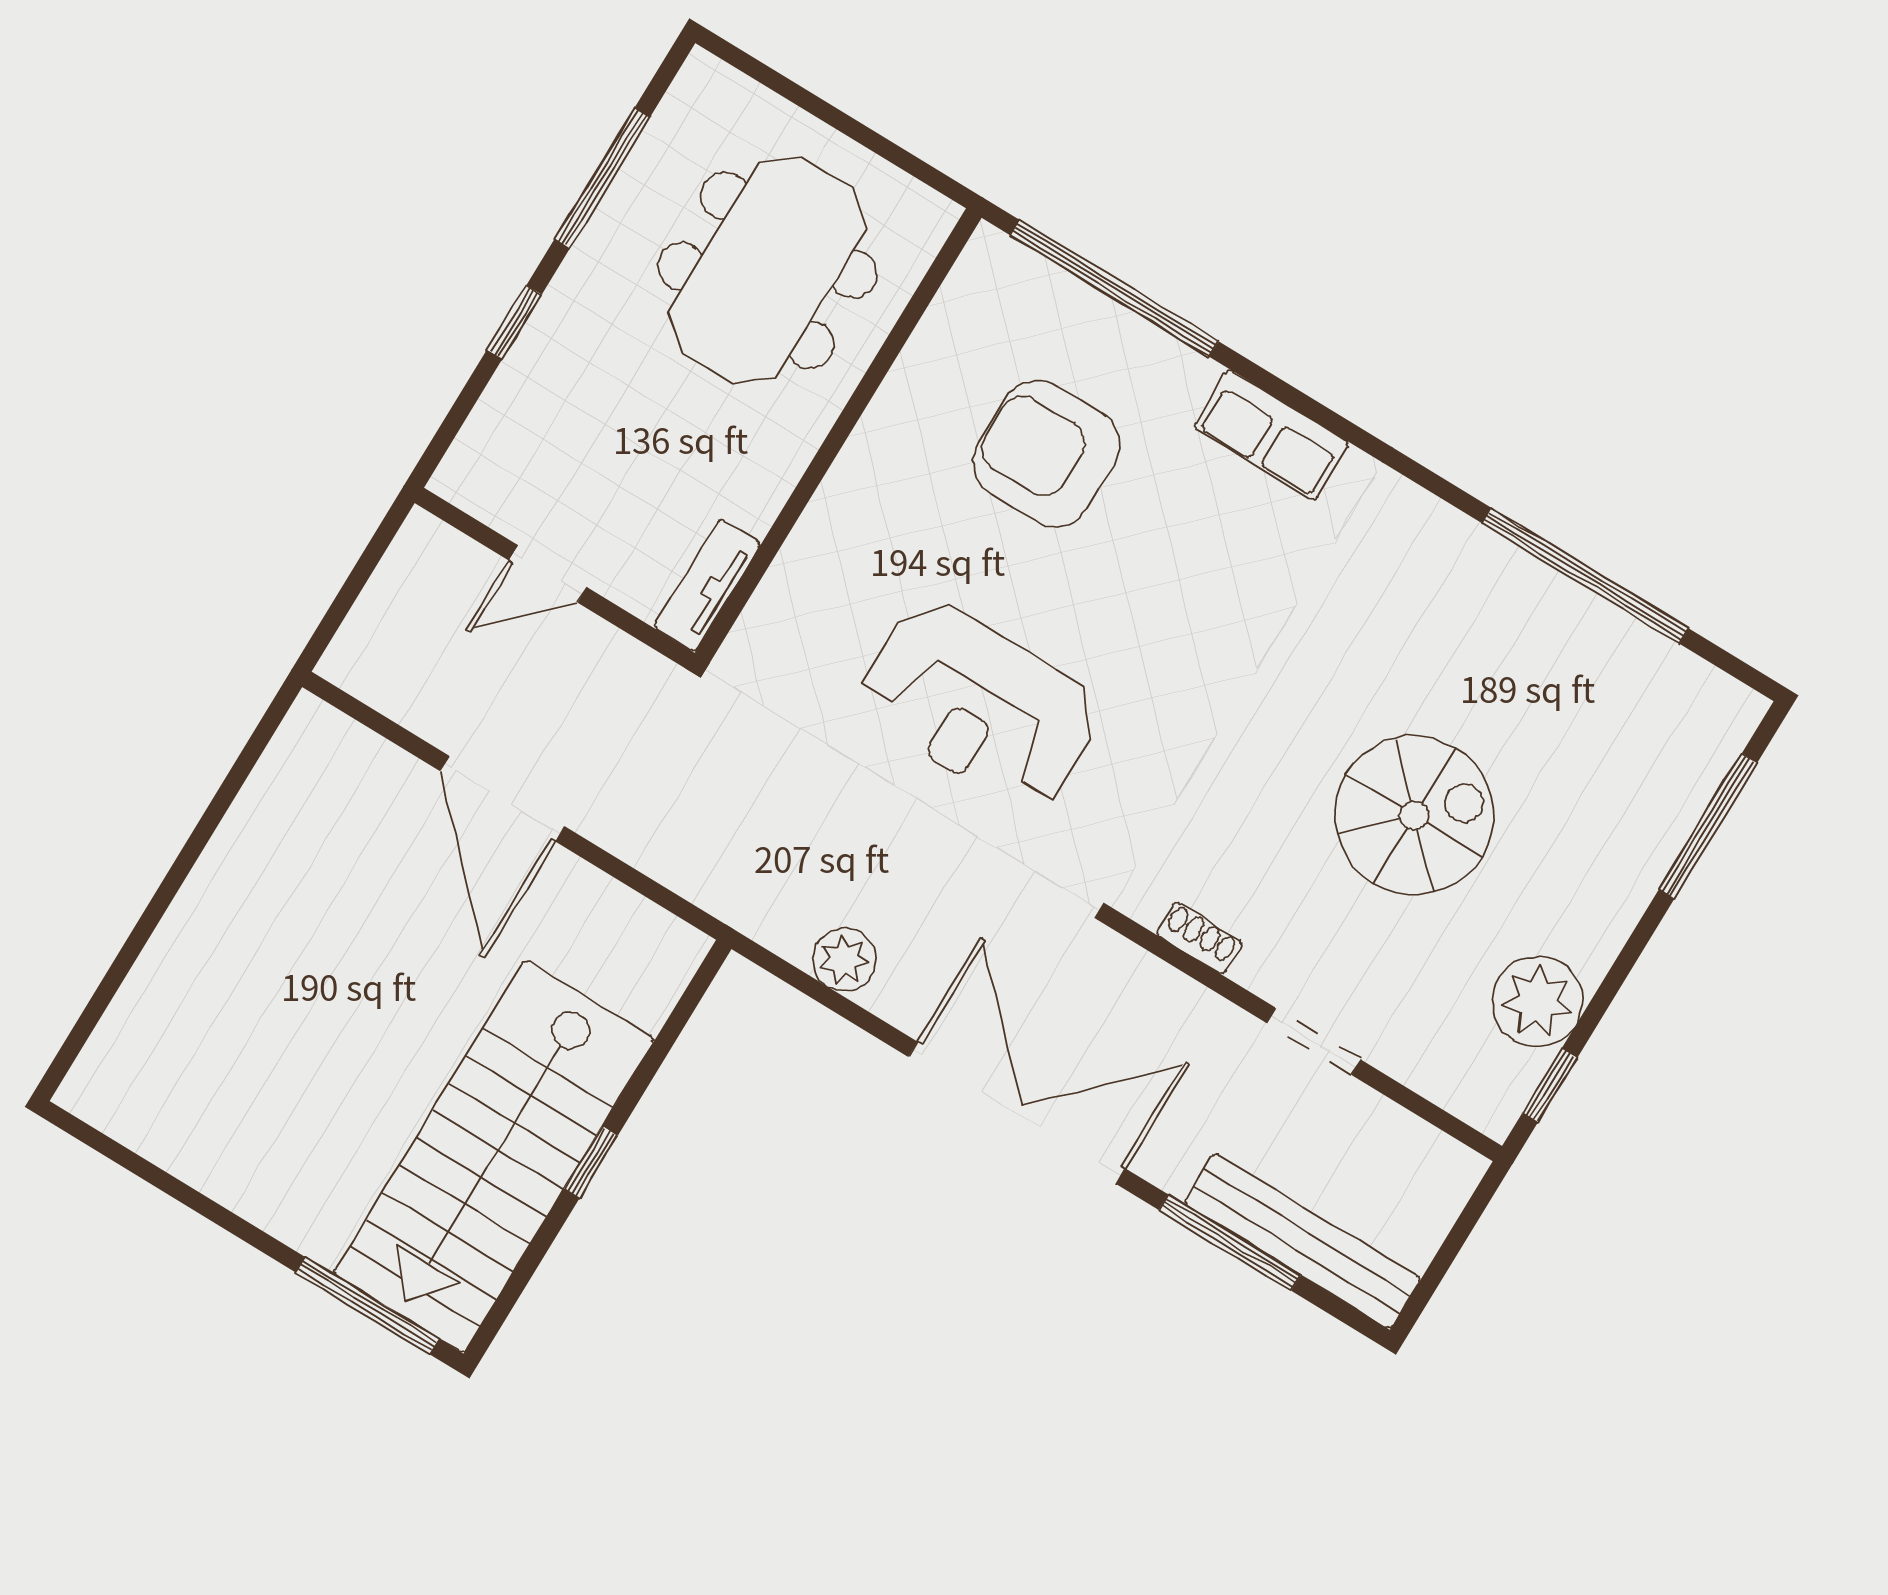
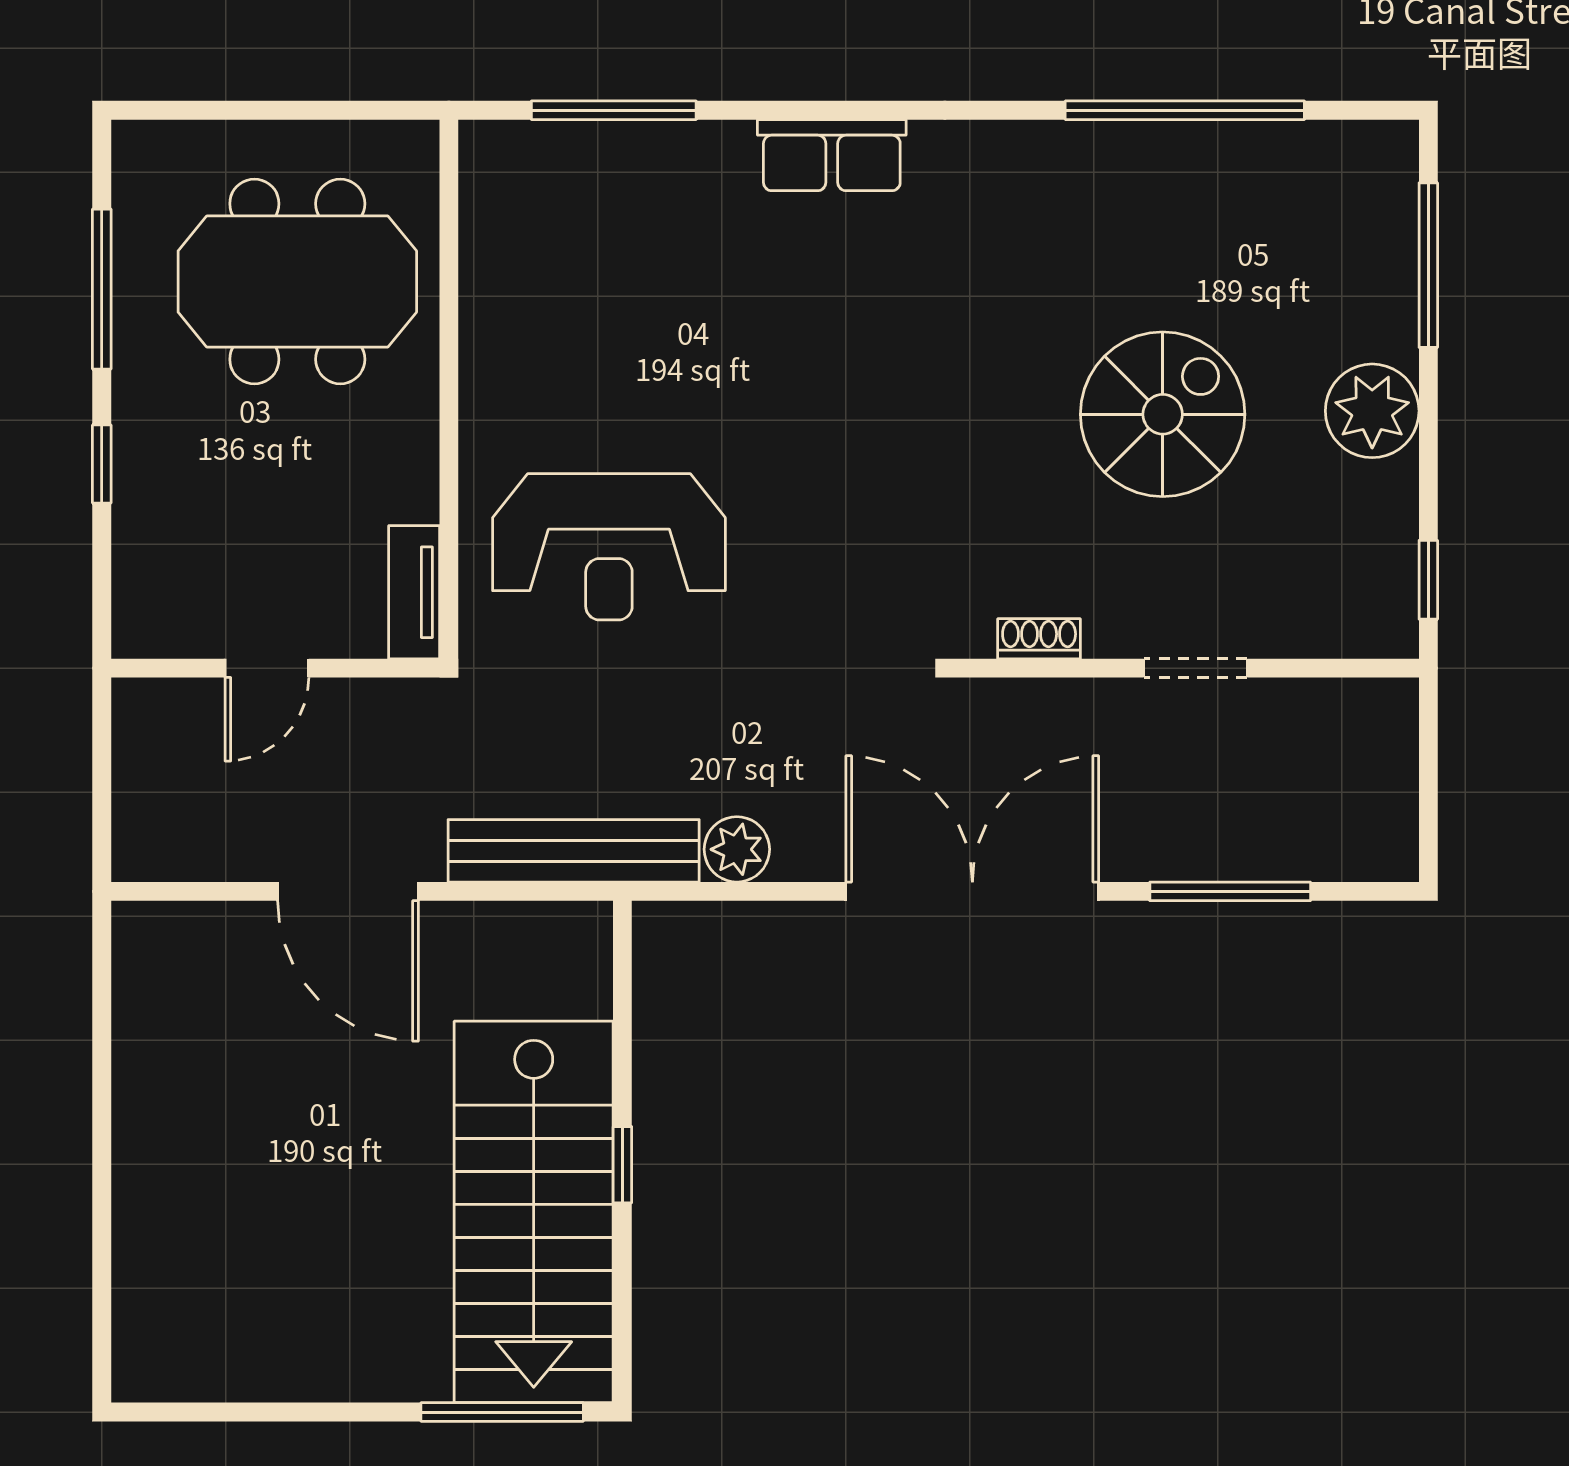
meeting table: (767, 270) -> (297, 281), turned 90
window: (1114, 288) -> (614, 110), width x0.68
armchair: (1046, 454) -> (643, 293), removed
reception desk: (979, 705) -> (609, 547), moved
plant: (1538, 1001) -> (1372, 411), moved
bench: (1302, 1241) -> (574, 851), moved

